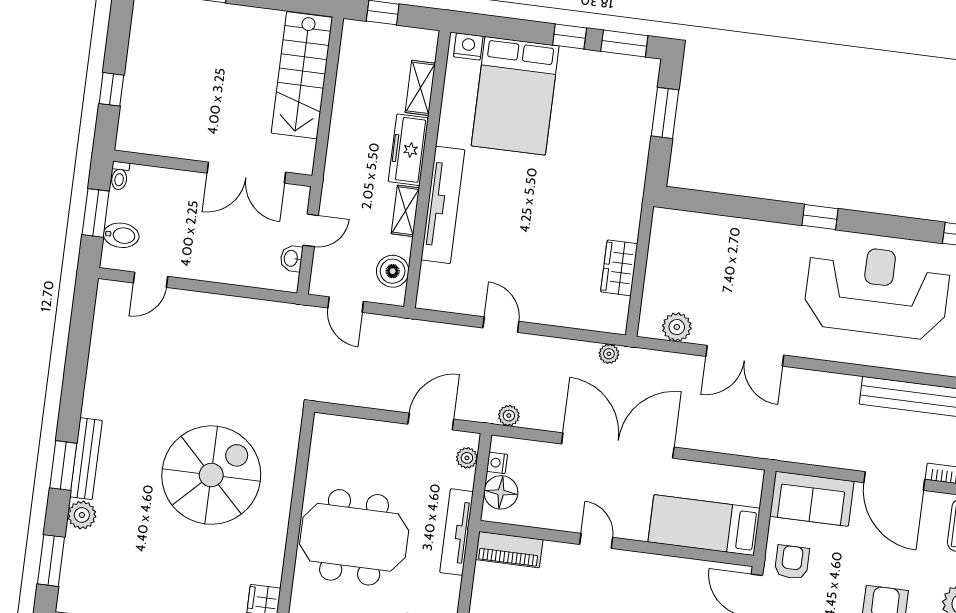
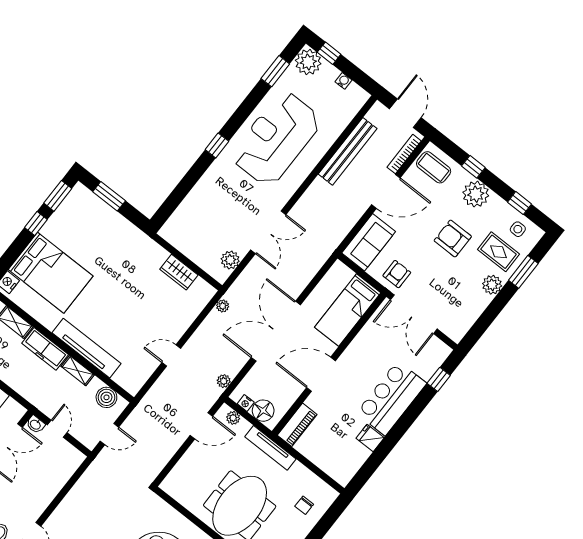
washbasin: (291, 258) -> (36, 424), moved
door: (431, 422) -> (201, 426), swing flipped
door: (596, 541) -> (321, 374), width x1.88
armchair: (792, 562) -> (397, 274), turned 90

